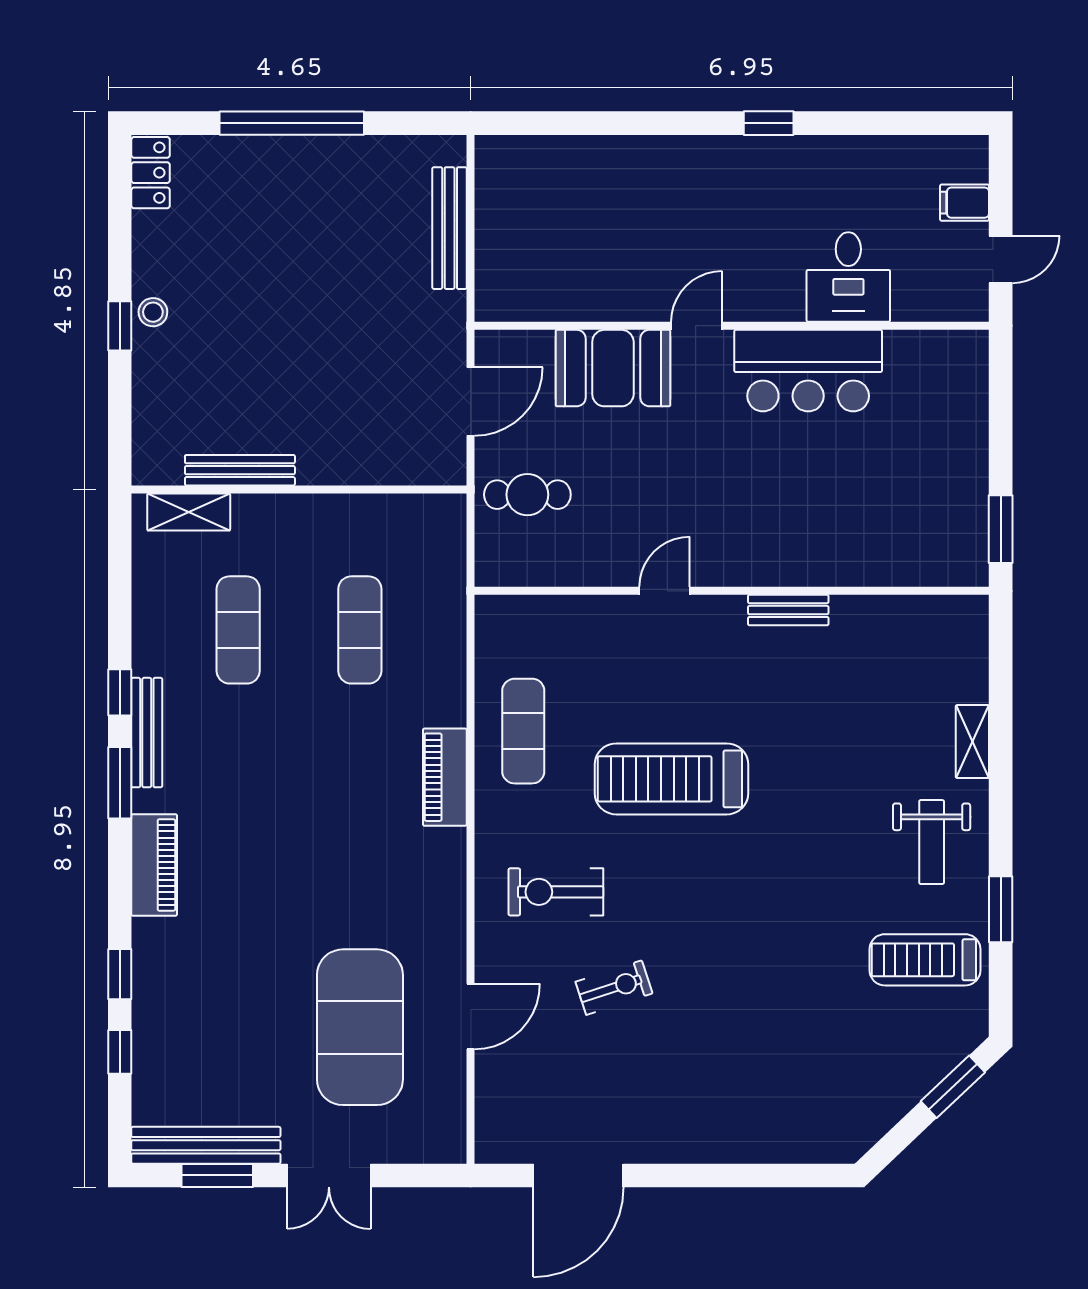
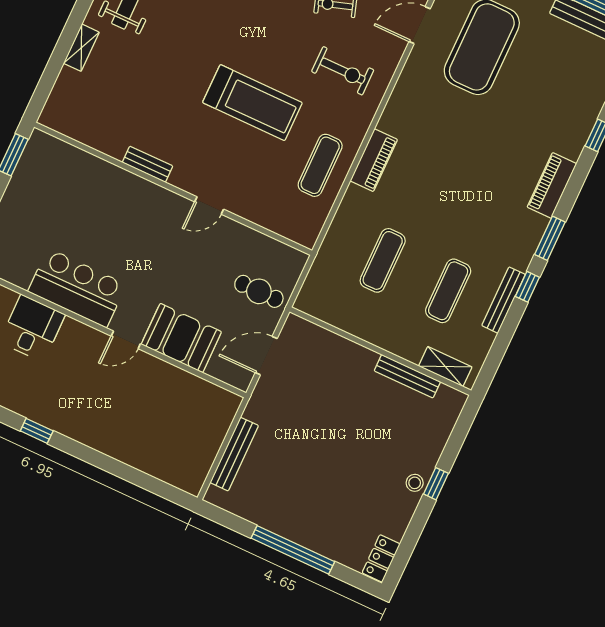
bench: (147, 733) -> (504, 300), moved

